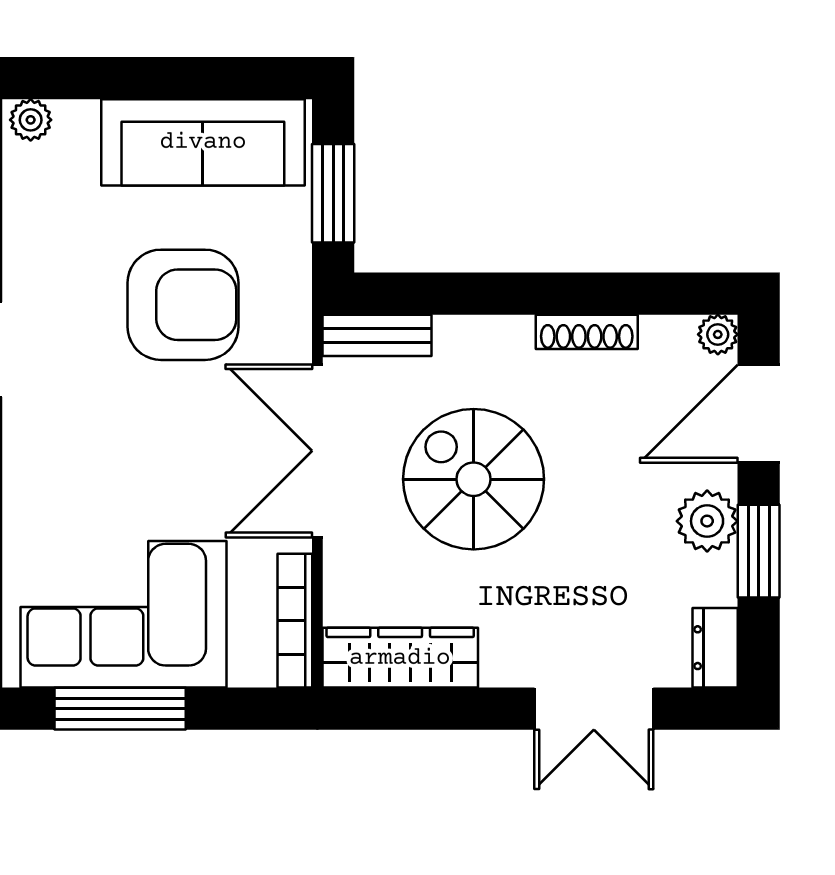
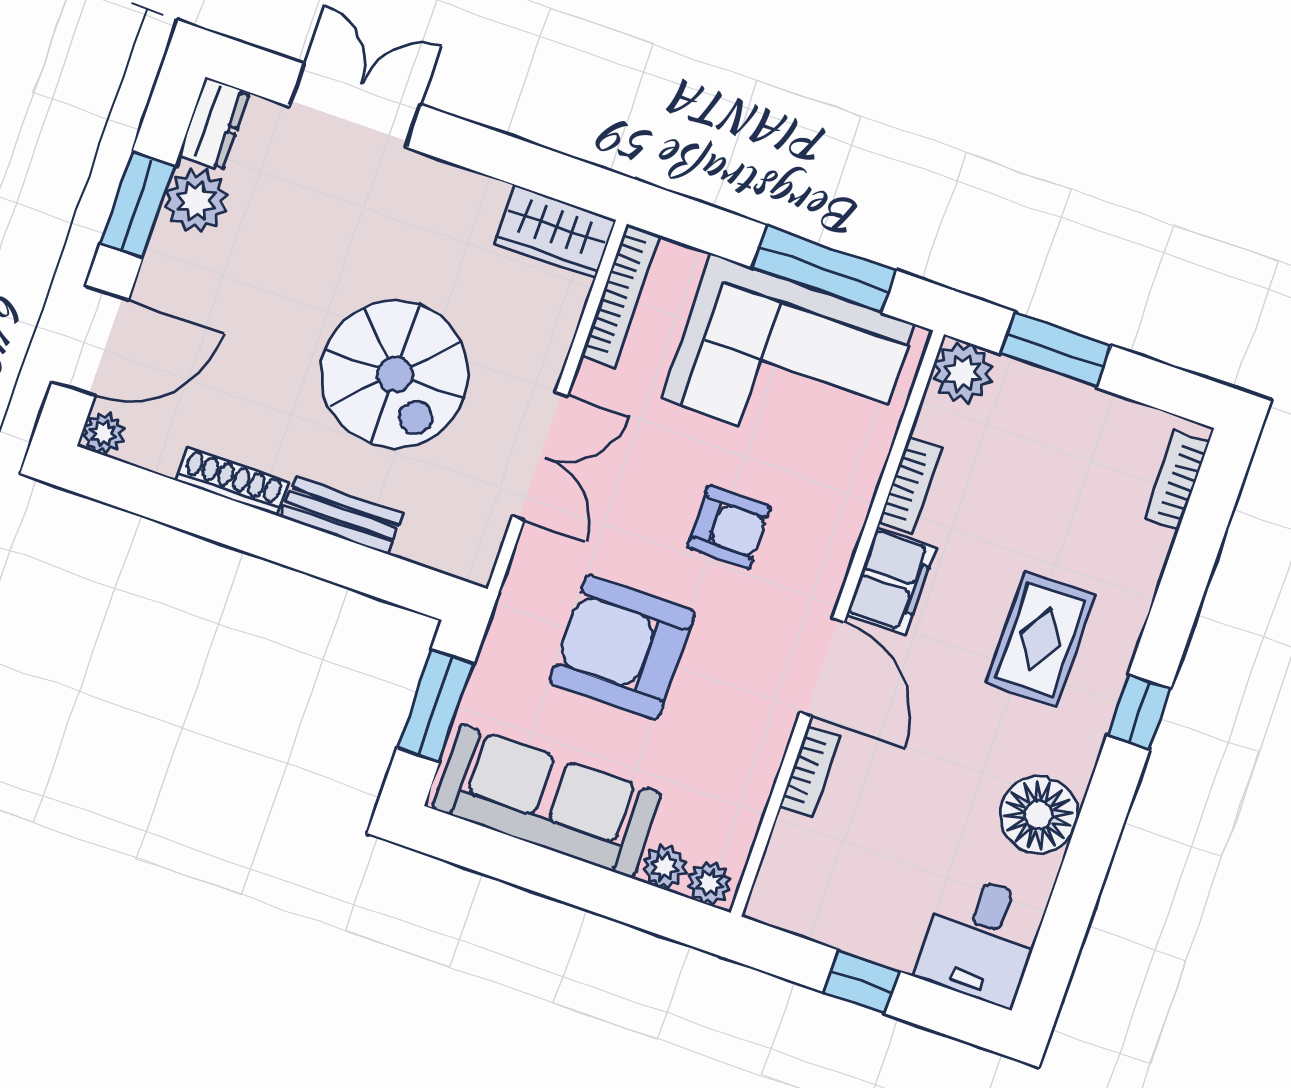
plant: (76, 120) -> (664, 867), added
bench: (377, 335) -> (342, 515), moved
armchair: (125, 446) -> (729, 527), added
double door: (317, 451) -> (540, 456), width x0.73
plant: (707, 521) -> (196, 201), moved
wardrobe: (400, 658) -> (555, 232), width x0.67

